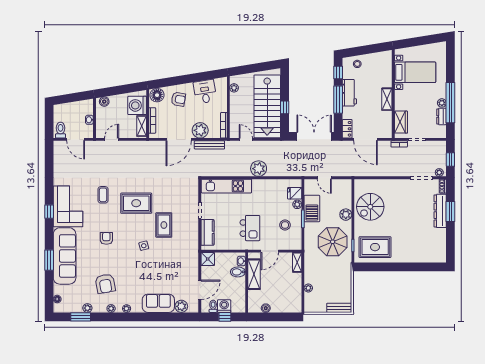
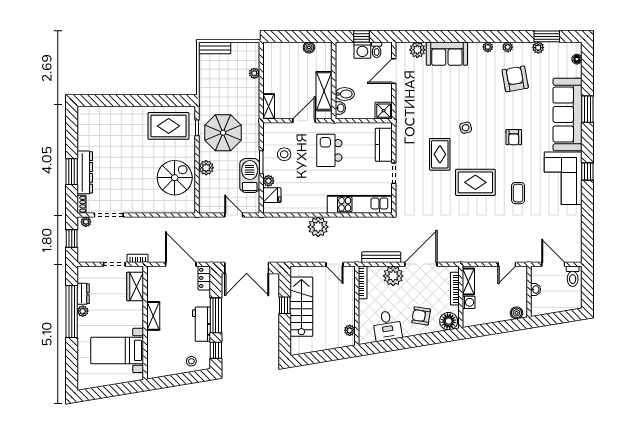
washing machine: (137, 105) -> (469, 302), width x0.53, depth x0.53
stairs: (267, 106) -> (301, 307), width x0.73, depth x0.66

